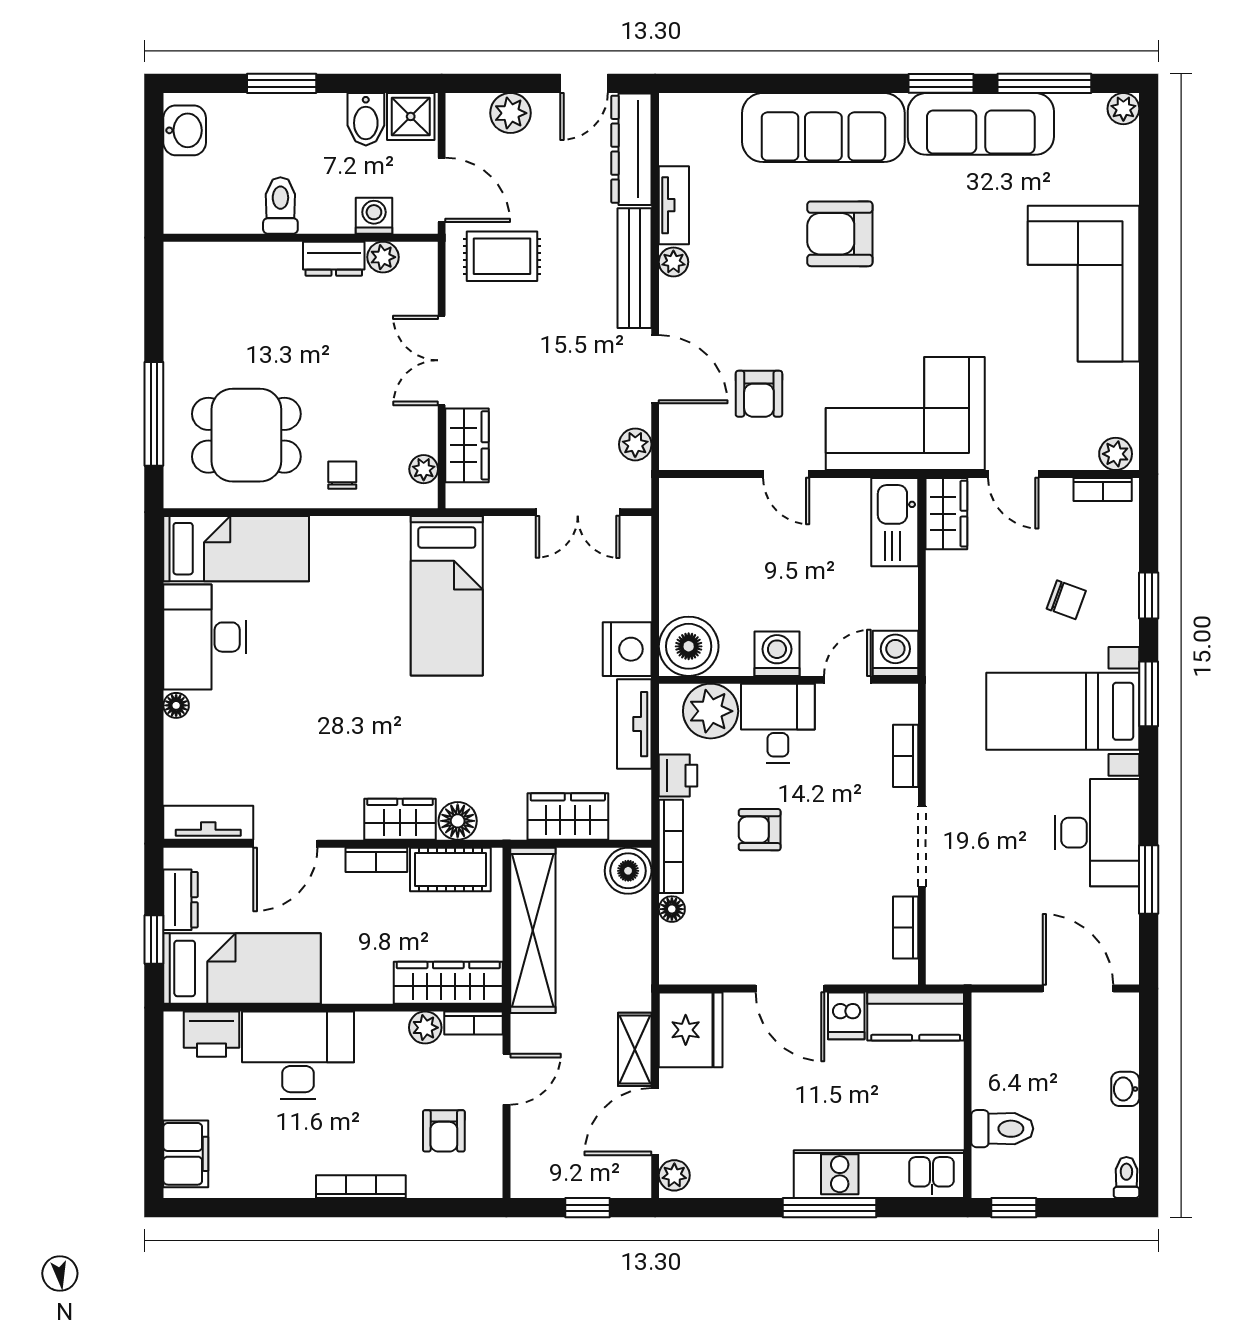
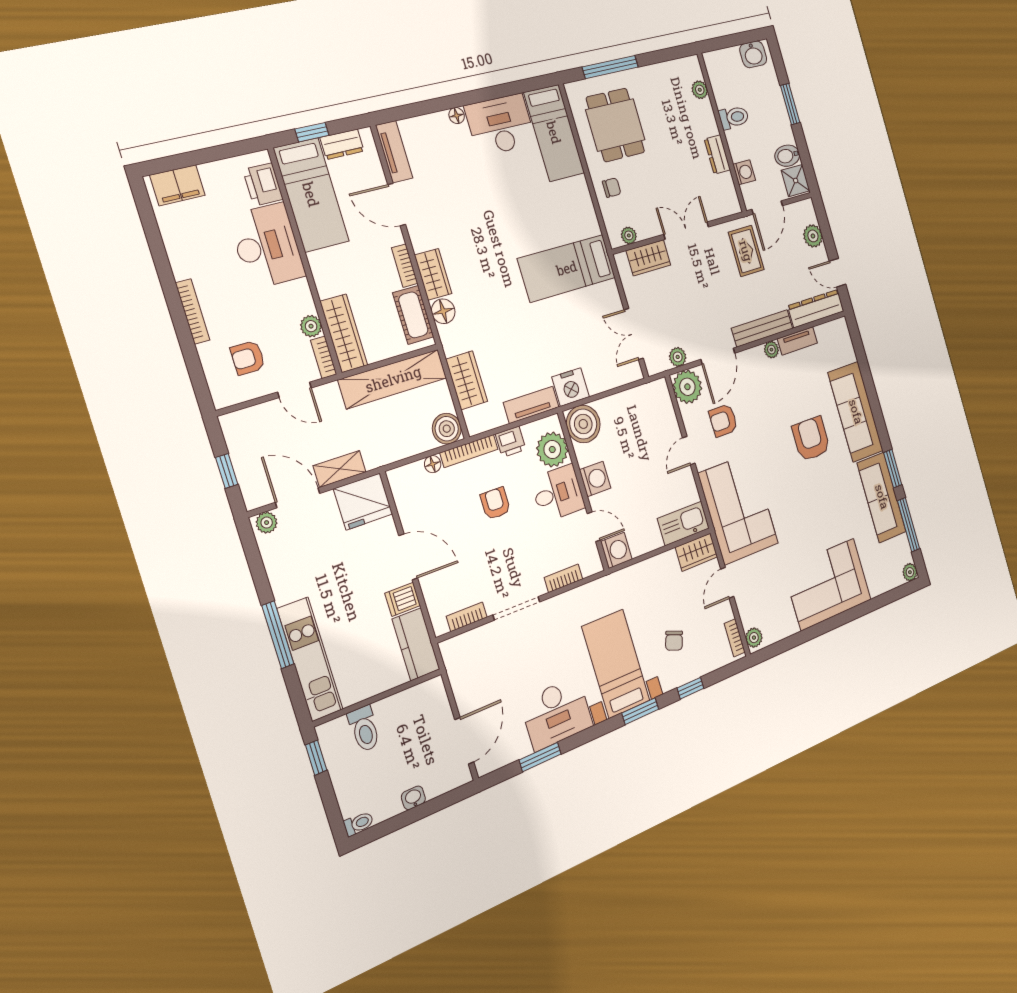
plant: (383, 257) -> (700, 90), moved
plant: (687, 442) -> (687, 387), added
door: (790, 989) -> (408, 557), swing flipped

